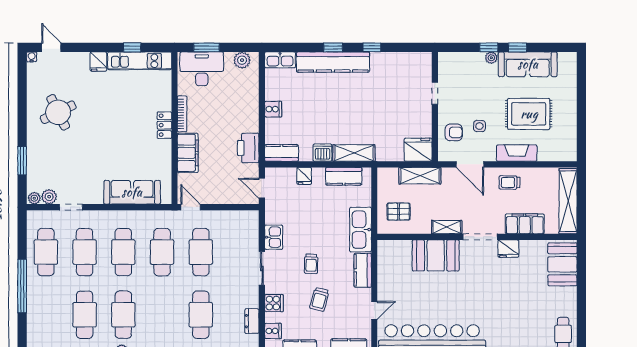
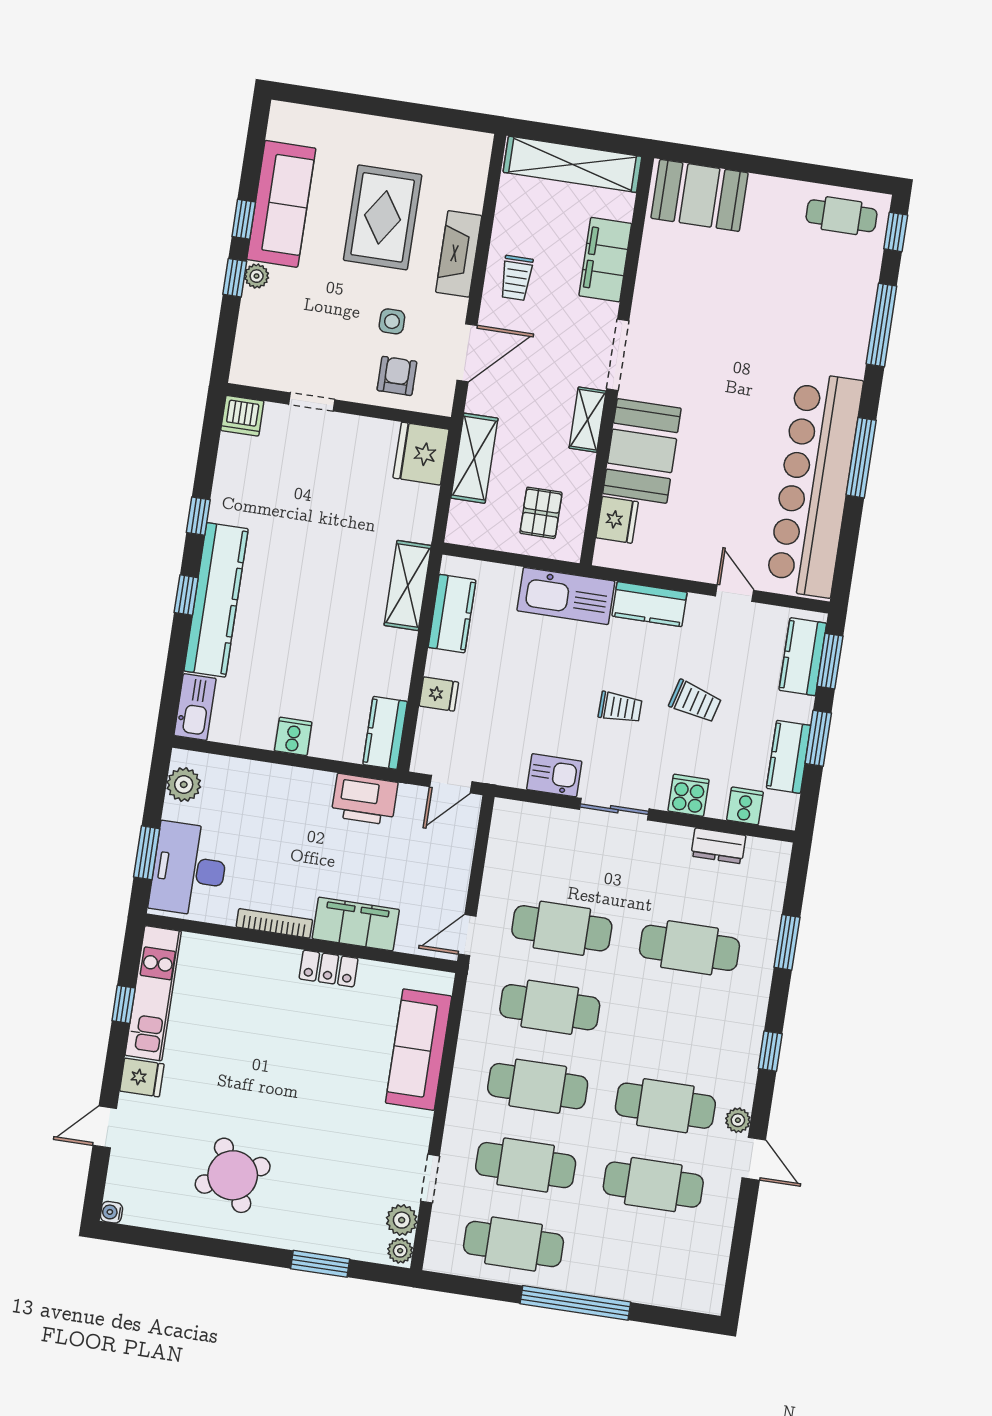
door: (51, 47) -> (105, 1127), moved
locker: (164, 125) -> (329, 969), moved
dishwasher: (323, 153) -> (242, 416), moved, turned -90
fridge: (508, 249) -> (617, 520), moved

